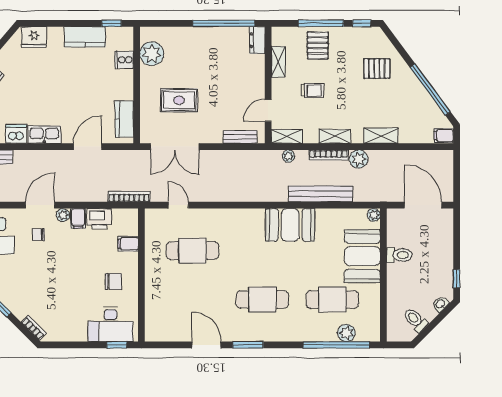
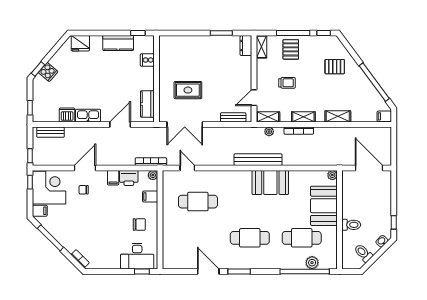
window: (224, 23) -> (221, 33), width x0.47
plant: (152, 54) -> (168, 56), removed
shelving: (278, 62) -> (262, 47), moved
plant: (359, 159) -> (321, 134), removed
bench: (321, 194) -> (258, 160), moved
plant: (63, 215) -> (153, 175), moved
toilet: (399, 255) -> (351, 225), moved

